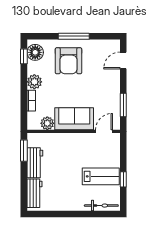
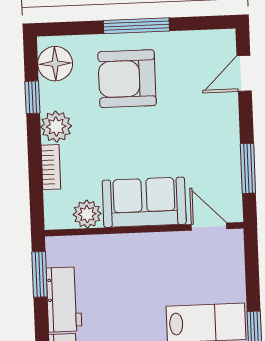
window: (24, 56) -> (32, 97), moved
armchair: (68, 61) -> (127, 79), turned 90
door: (104, 131) -> (209, 227), hinge flipped

